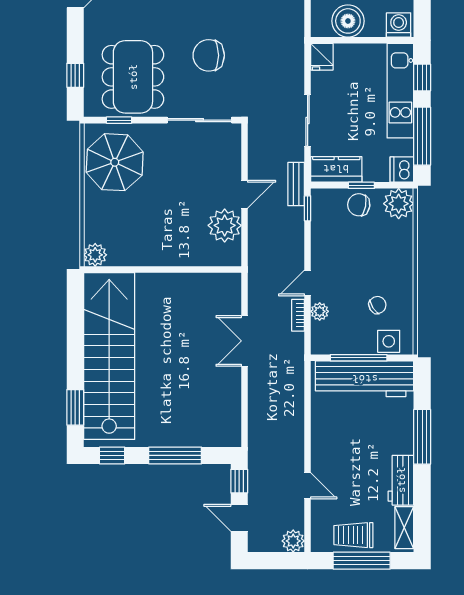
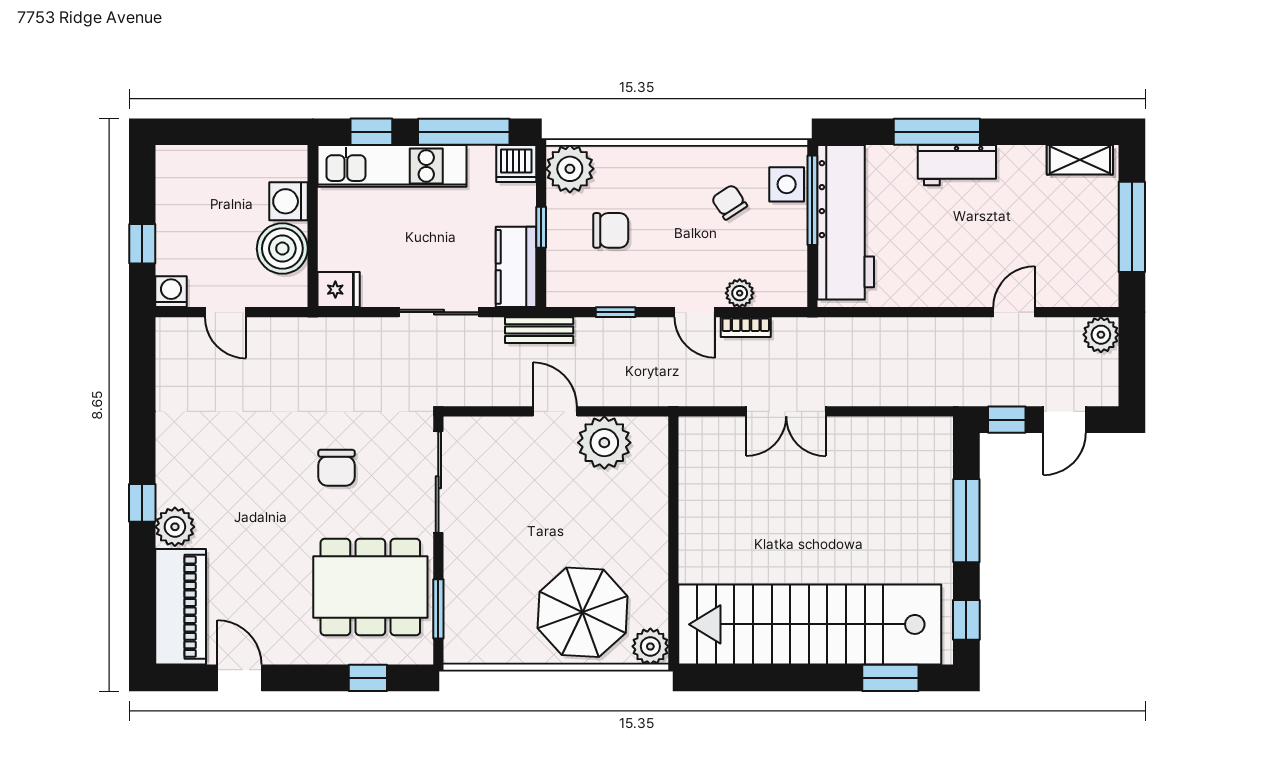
washing machine: (399, 25) -> (289, 201), moved
chair: (209, 55) -> (336, 468), width x0.73, depth x0.73
window: (119, 120) -> (438, 609), width x1.50
parasol: (115, 162) -> (583, 612), moved
chair: (359, 205) -> (611, 230), moved, turned -100
window: (308, 208) -> (616, 312), moved
window: (359, 358) -> (812, 200), moved
workbench: (401, 480) -> (957, 165), moved
trolley: (353, 535) -> (1092, 240), removed

